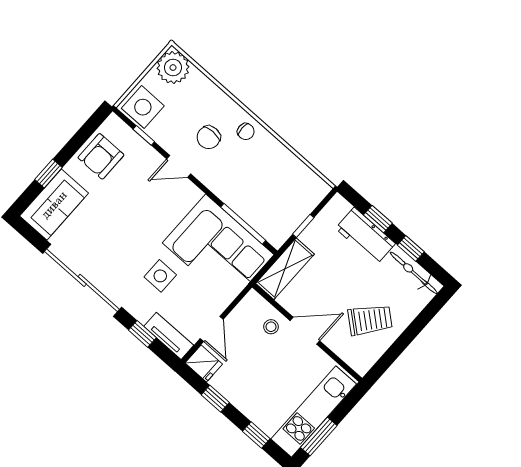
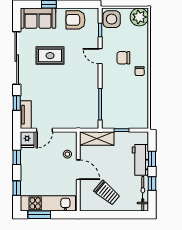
rug: (118, 233) -> (50, 56), added
corner sofa: (218, 249) -> (80, 103), removed
side table: (160, 276) -> (48, 89), removed

